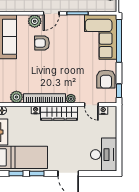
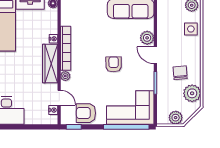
armchair: (42, 43) -> (114, 64), moved
plant: (16, 97) -> (67, 19), removed
door: (91, 105) -> (59, 98), swing flipped

